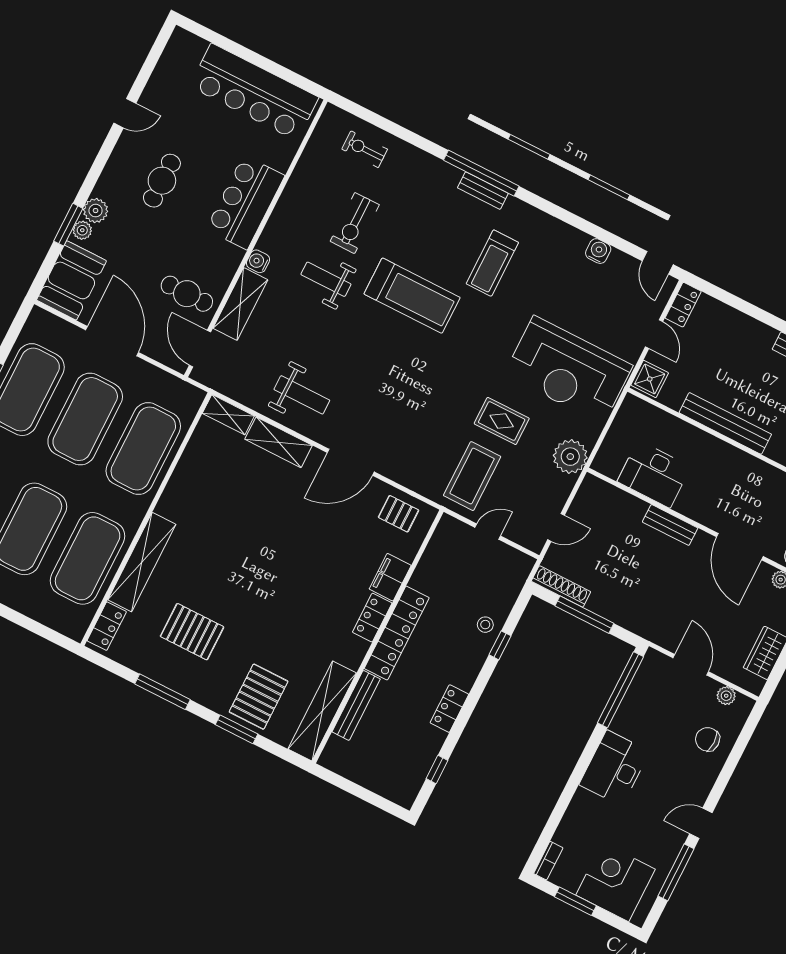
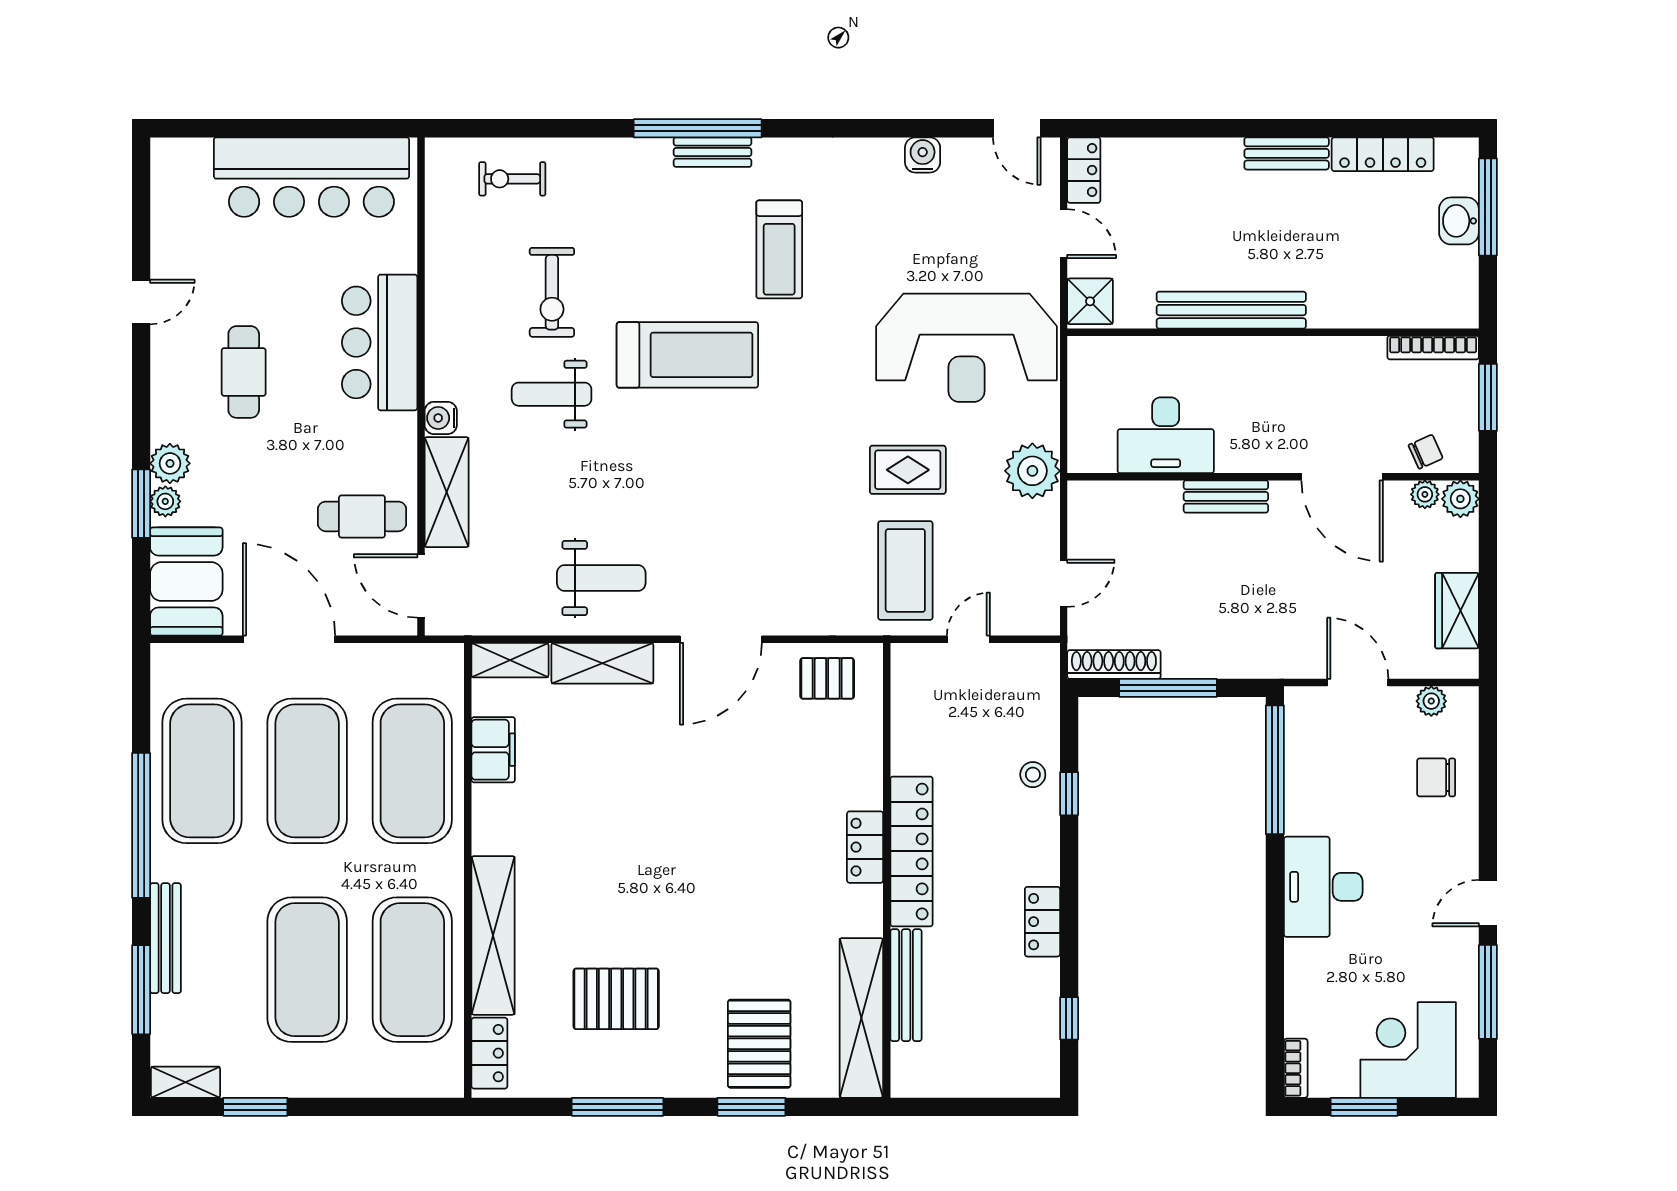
filing cabinet: (390, 577) -> (493, 750), moved, turned 180

